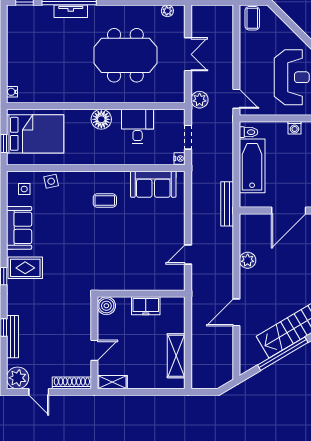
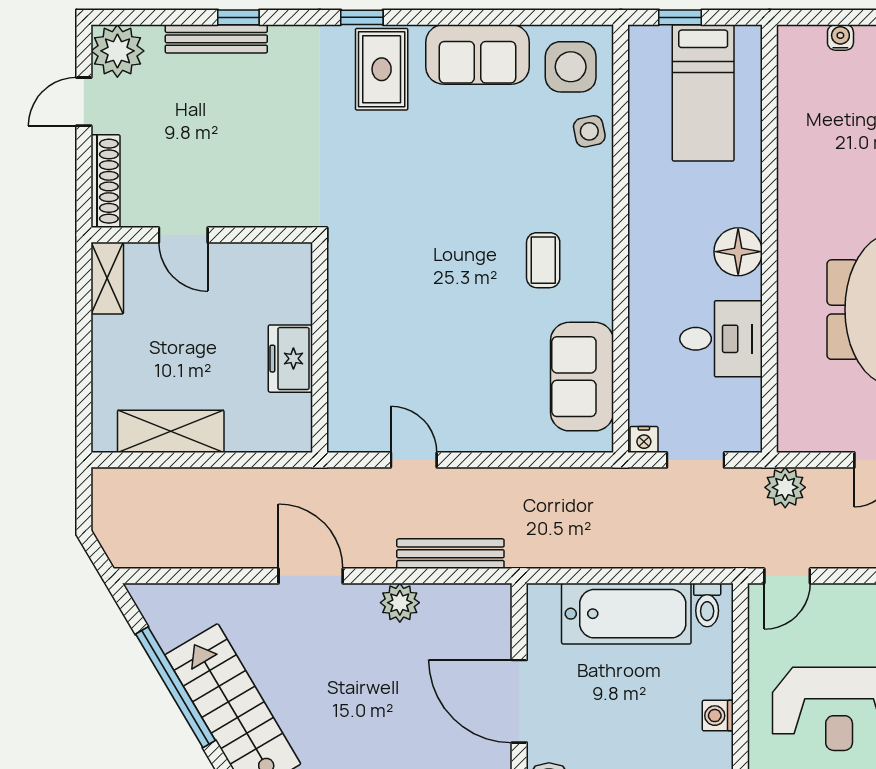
water cooler: (12, 92) -> (840, 37), moved
bed: (35, 134) -> (703, 93), width x0.67
side table: (24, 189) -> (571, 67), width x1.87, depth x1.87
bench: (227, 204) -> (450, 554), moved
boiler: (106, 306) -> (291, 264), removed
door: (236, 312) -> (311, 576), moved

